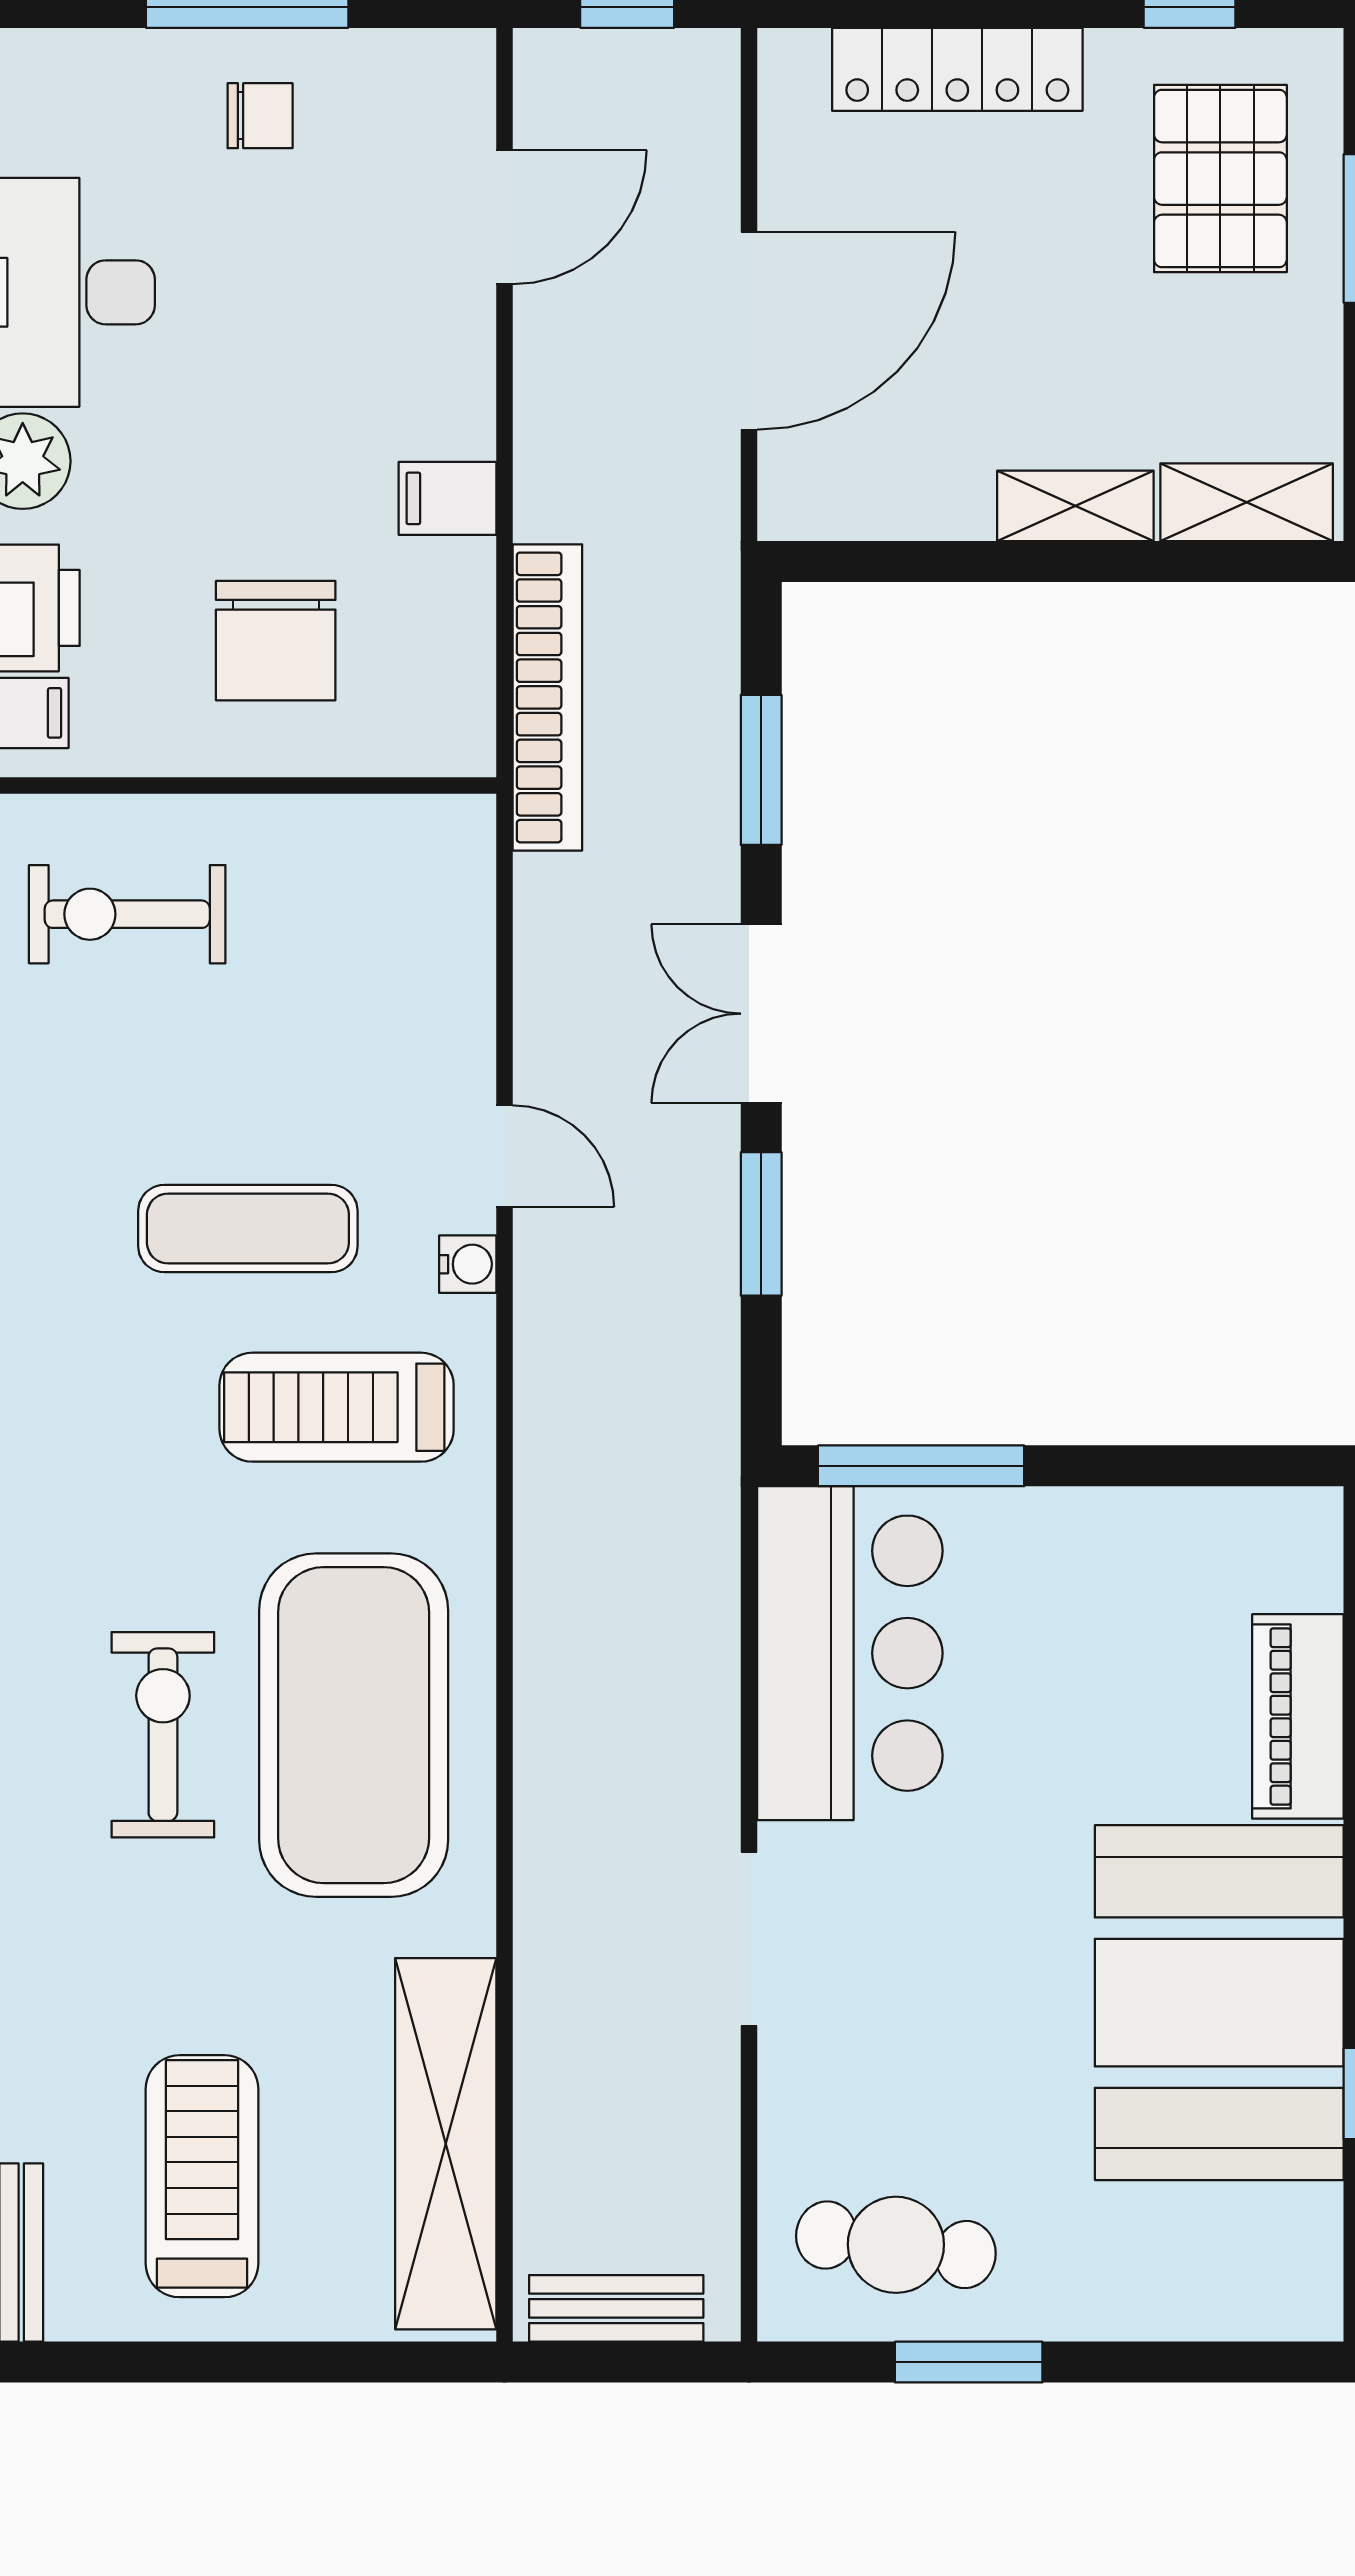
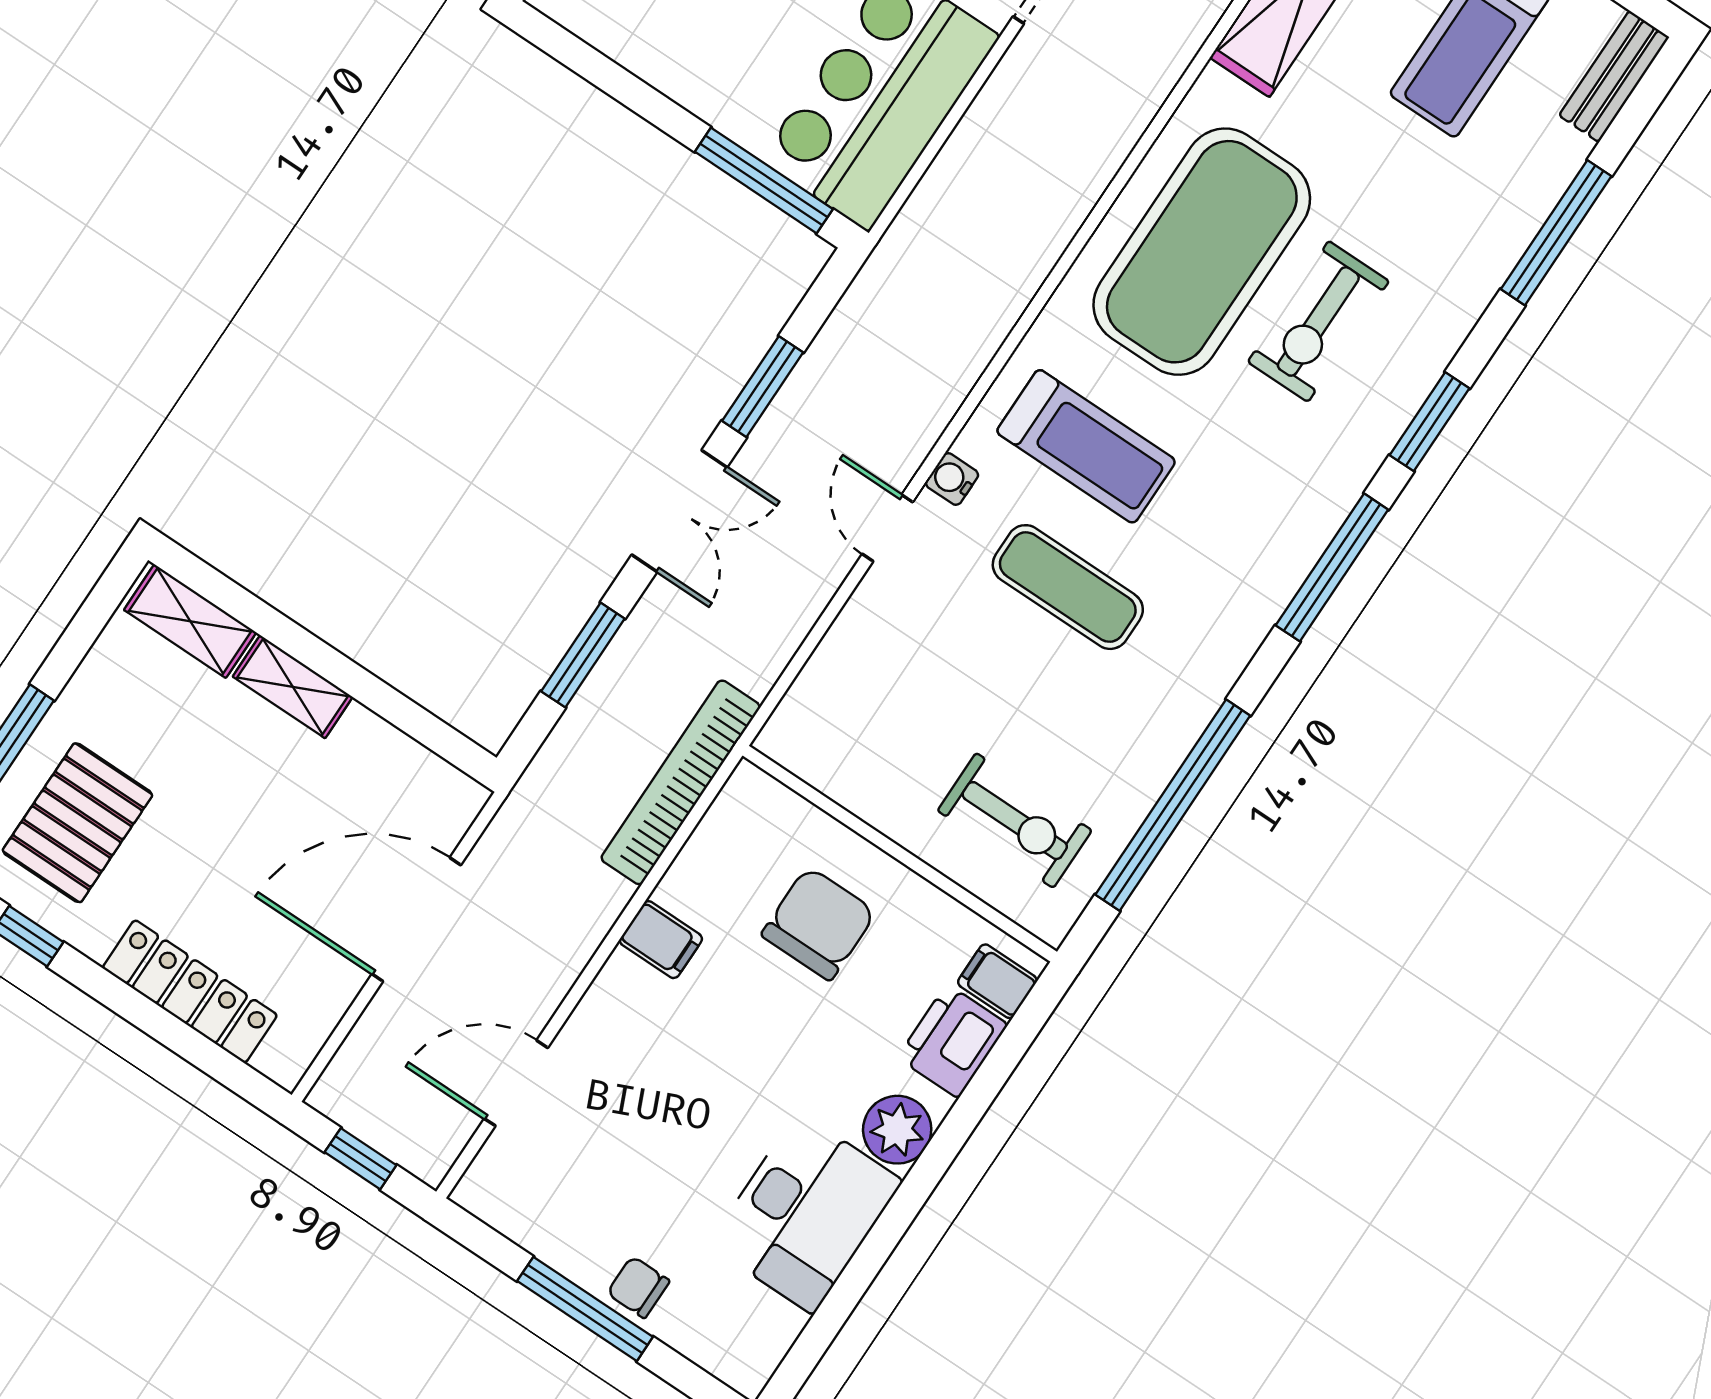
chair: (260, 116) -> (638, 1287), moved

